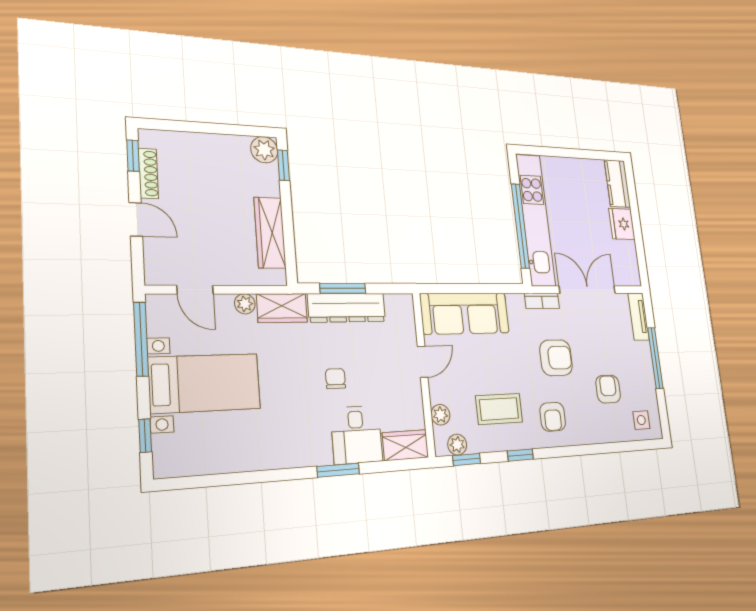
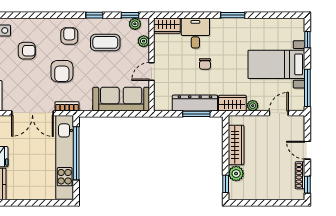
plant: (264, 150) -> (236, 174), moved
door: (195, 290) -> (279, 113), hinge flipped
armchair: (556, 358) -> (62, 71), turned -90
armchair: (608, 389) -> (27, 51), turned -90
window: (338, 470) -> (233, 15), moved

